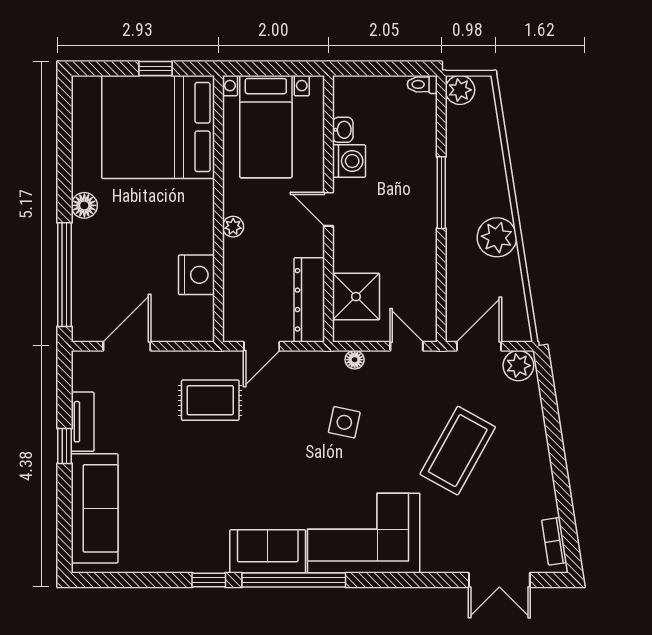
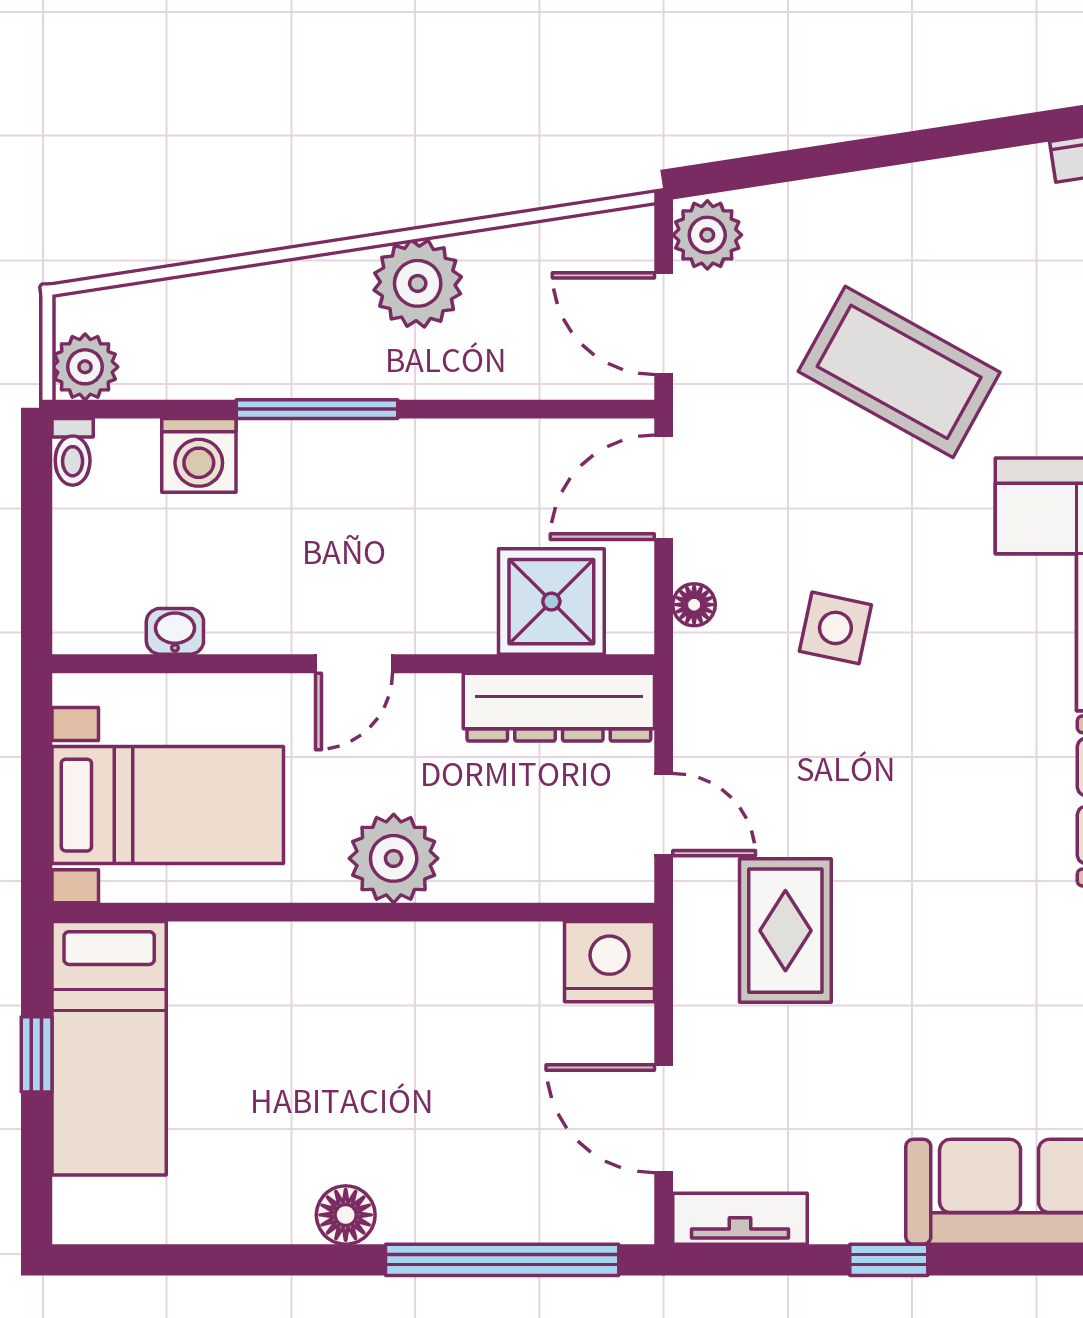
bed: (158, 127) -> (109, 1048), width x0.49
washing machine: (349, 161) -> (199, 455), moved, turned 180
plant: (233, 227) -> (394, 858), width x1.88, depth x1.88
nightstand: (196, 275) -> (609, 962), moved
door: (407, 346) -> (664, 487), width x1.38
tv unit: (83, 422) -> (740, 1219), moved

